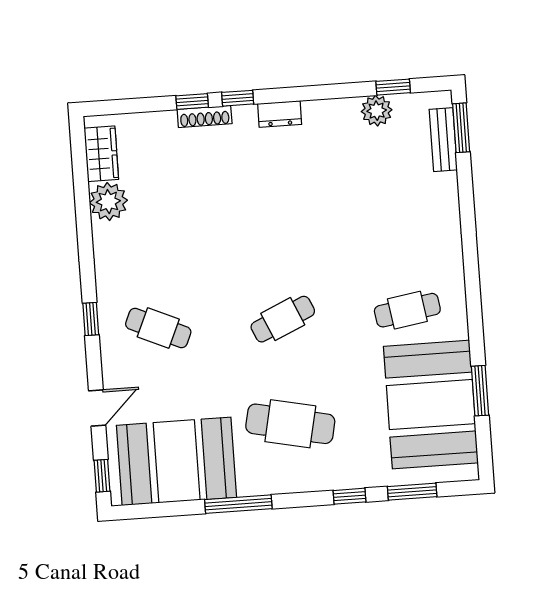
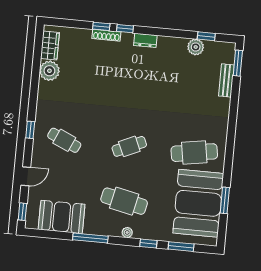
bench: (443, 140) -> (226, 80), moved
cafe table: (407, 310) -> (194, 153), width x1.37, depth x1.35
booth: (177, 461) -> (62, 217), width x0.73, depth x0.70
plant: (306, 482) -> (127, 232), added

